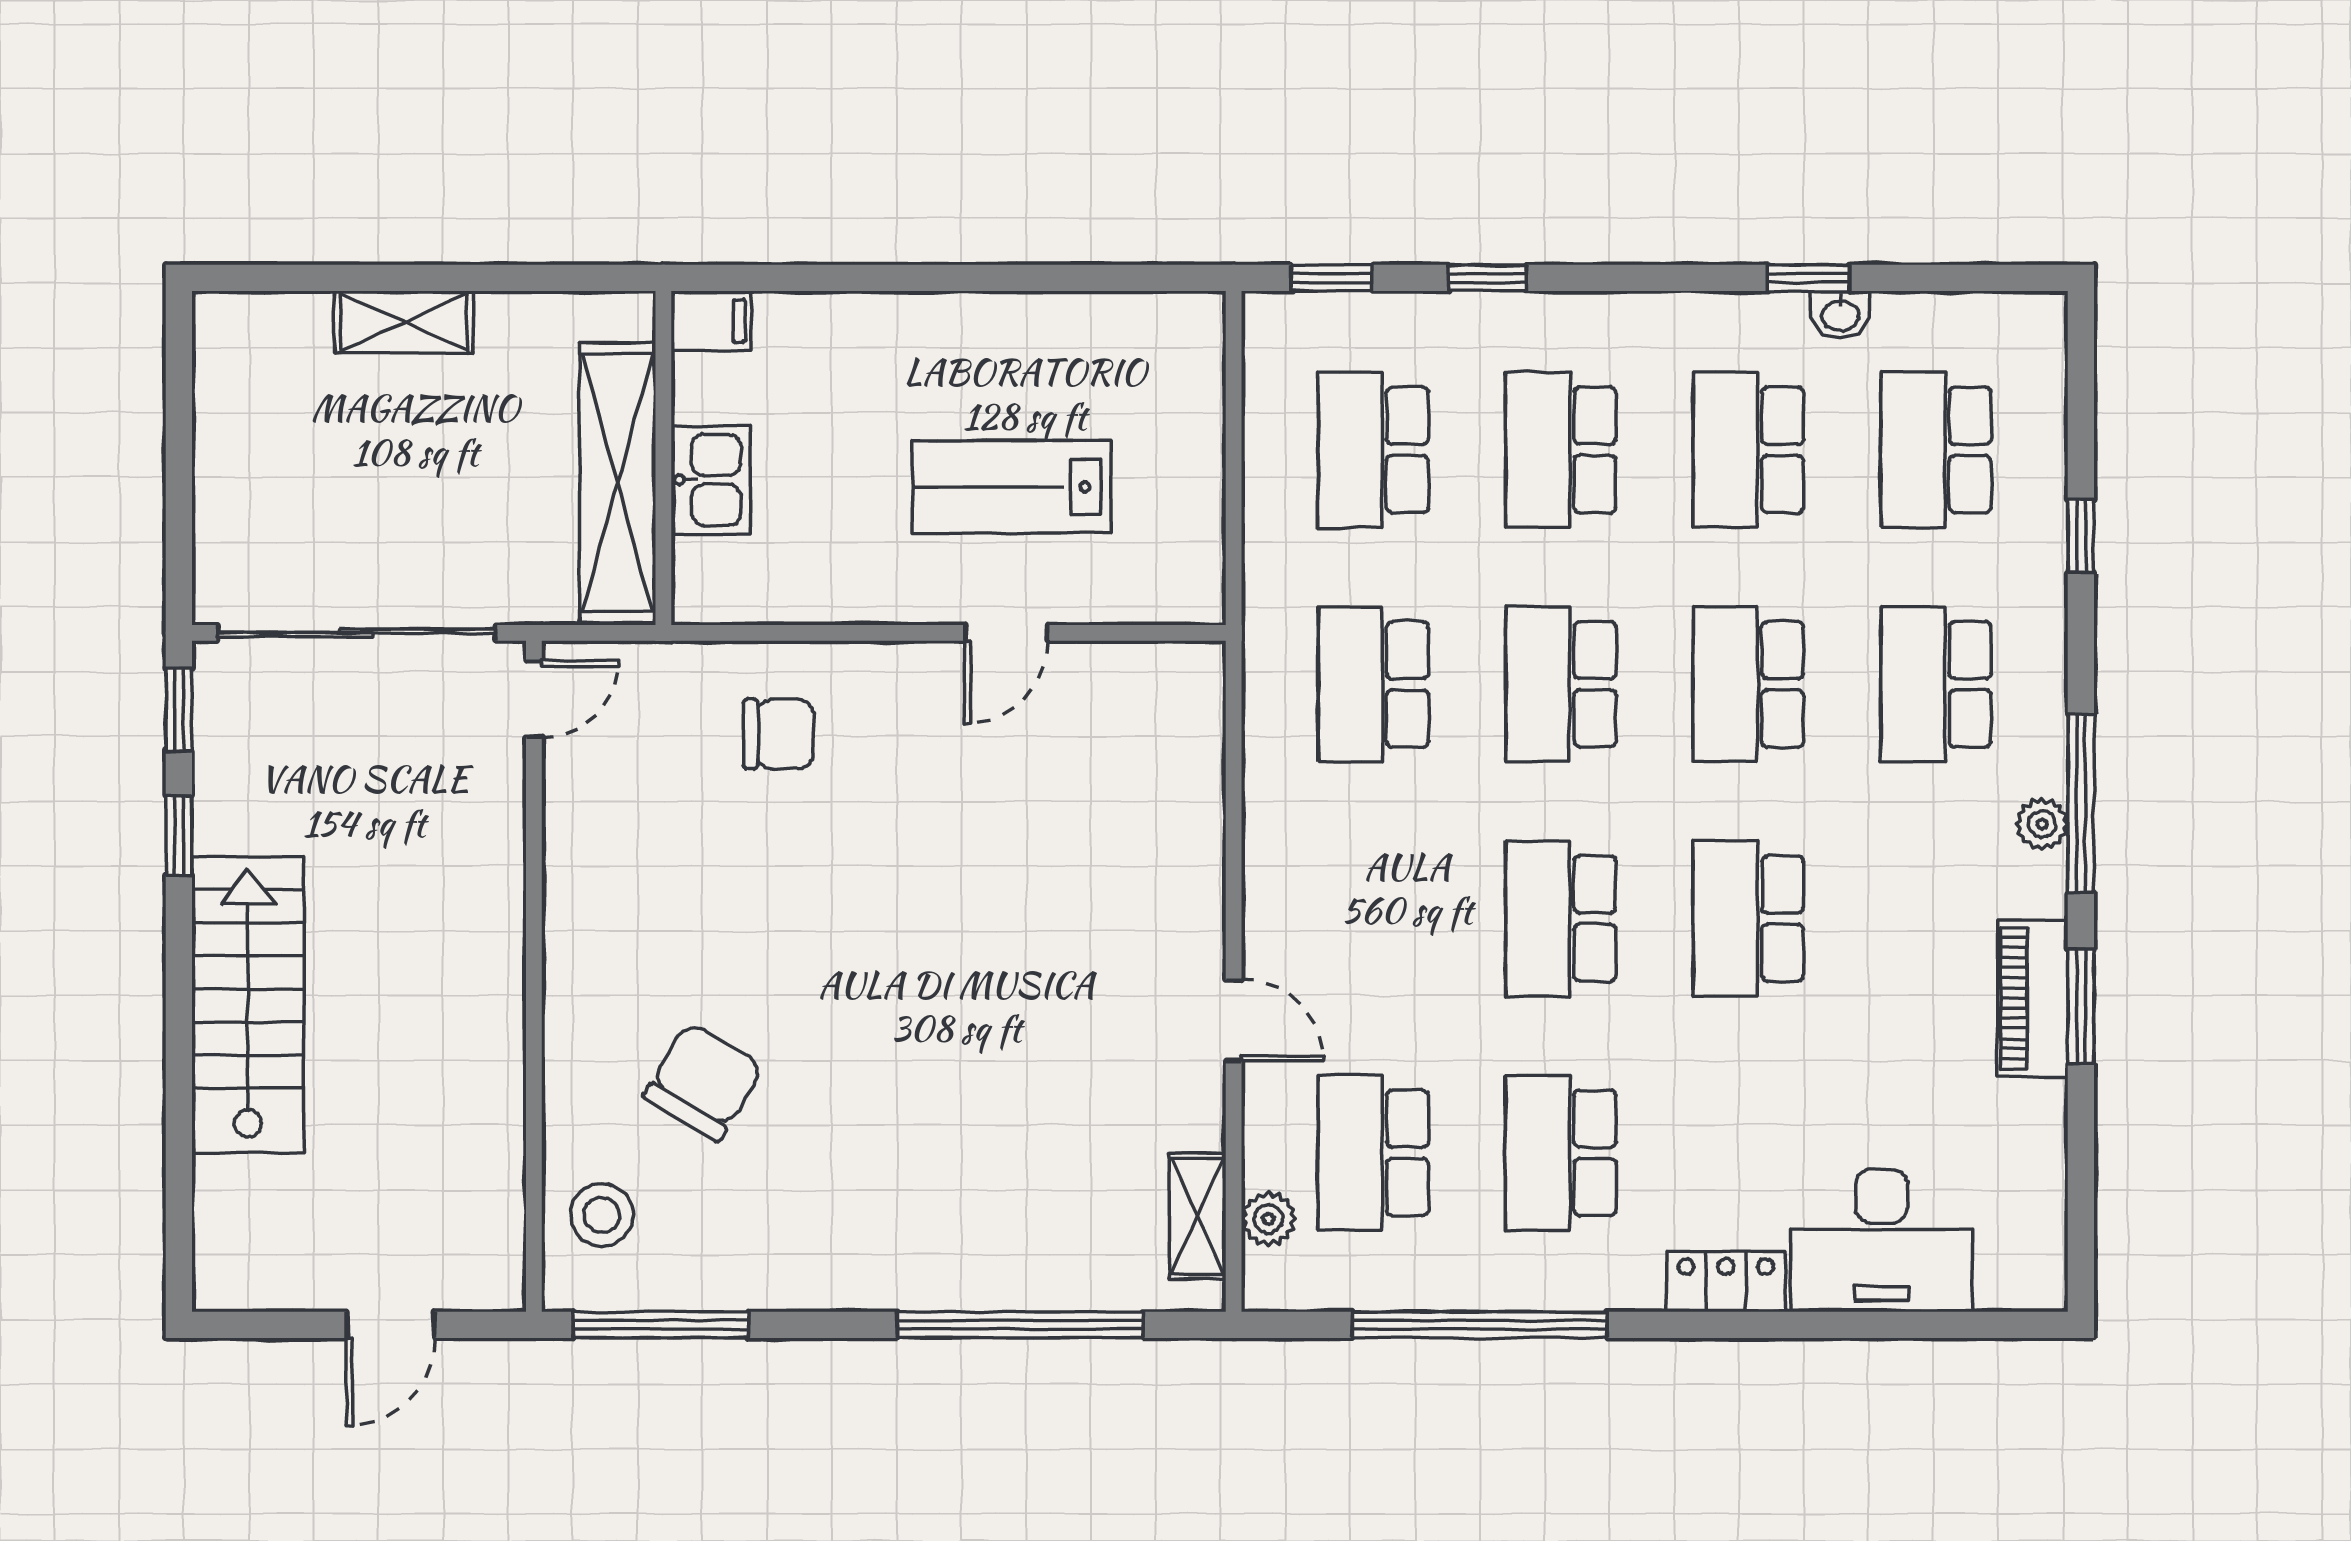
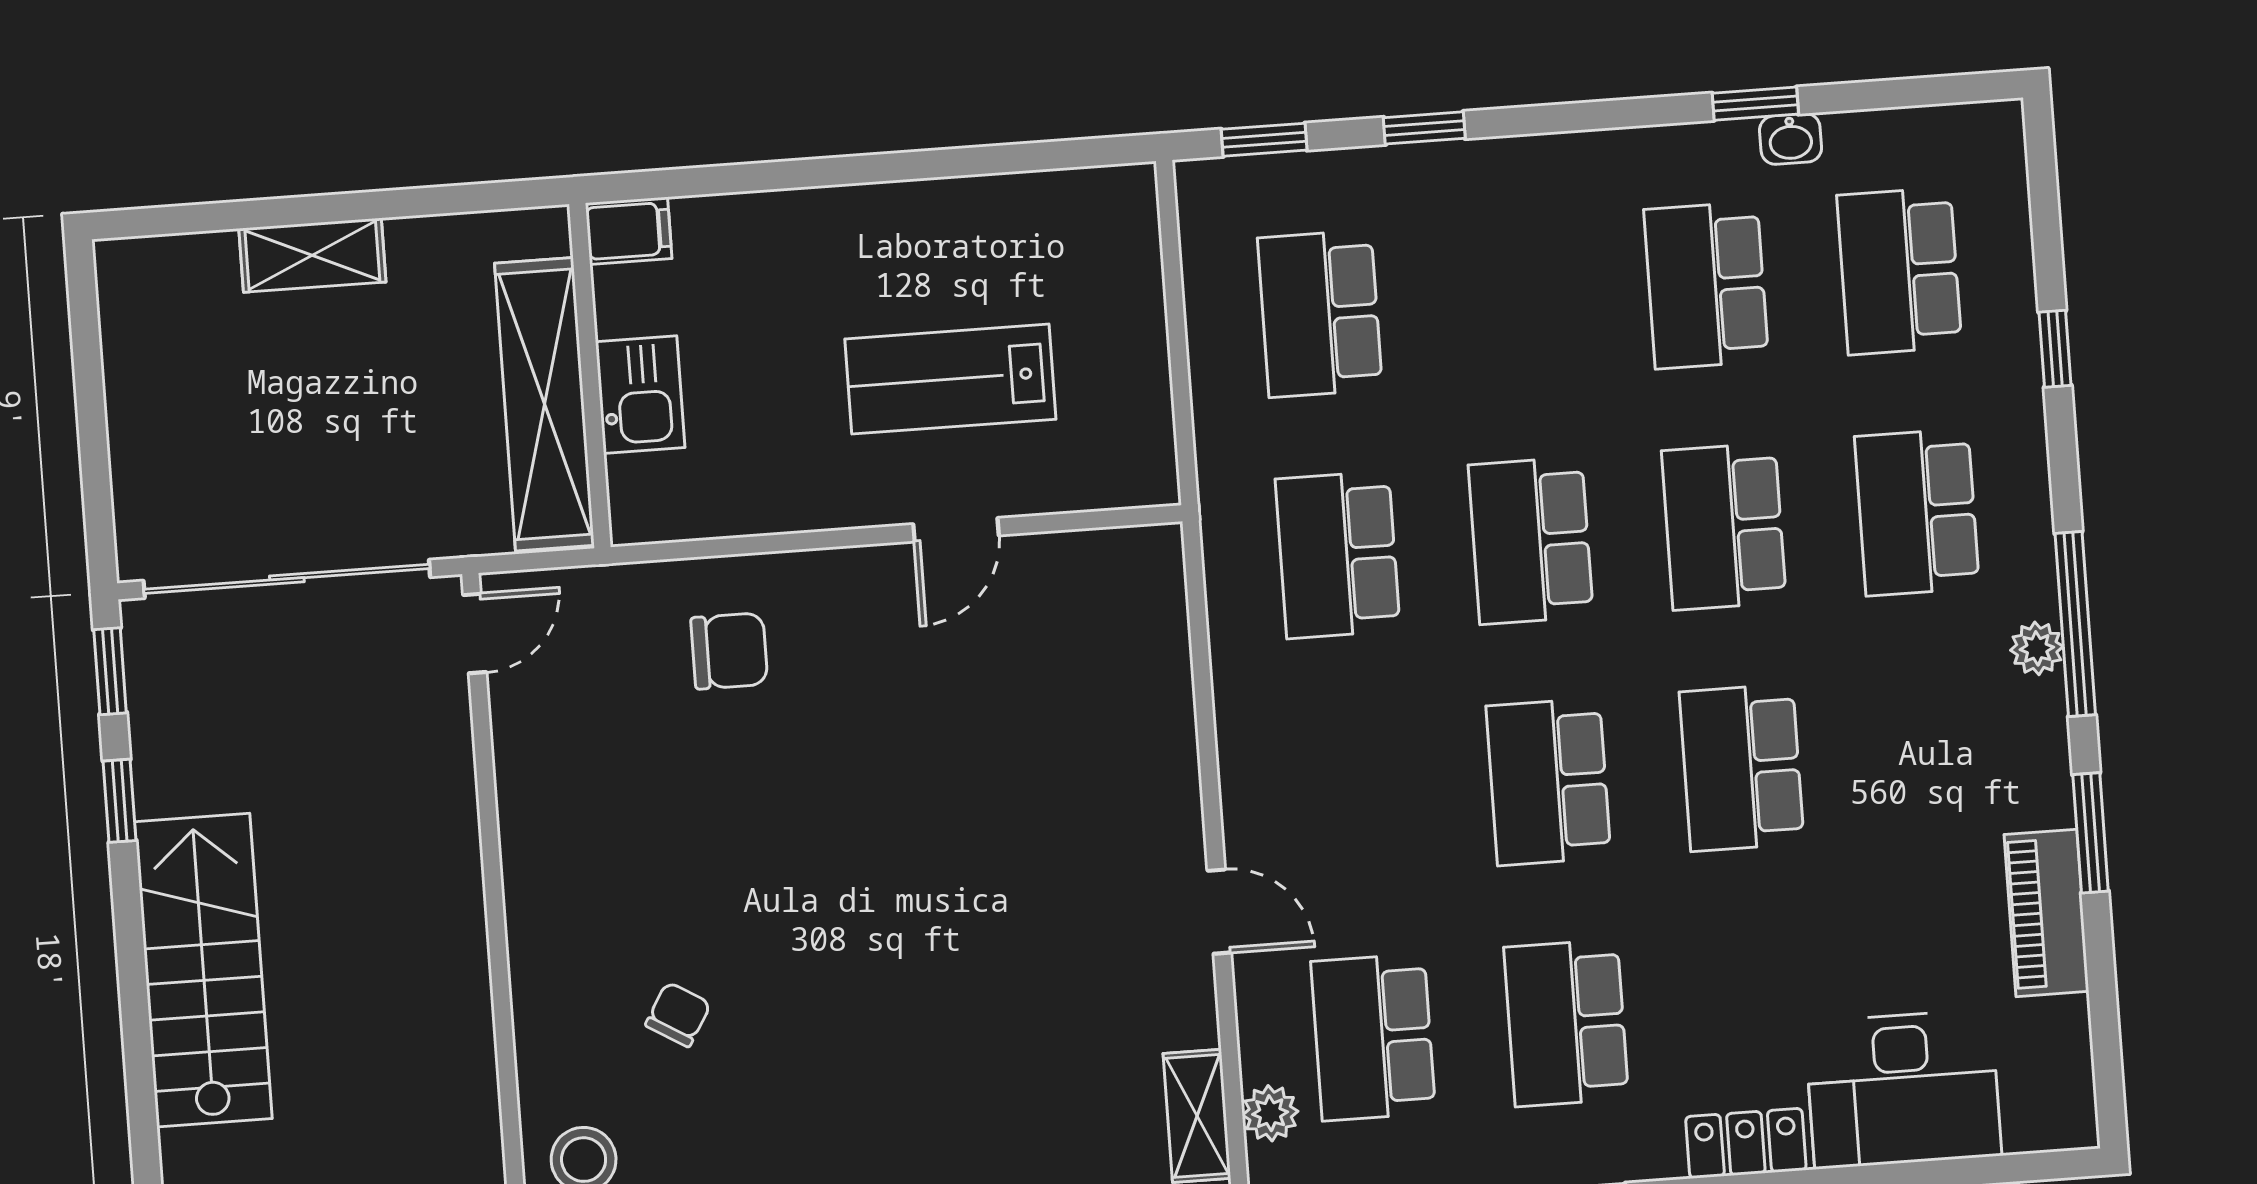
school desk: (1561, 450) -> (1513, 299), removed
piano: (2033, 998) -> (2046, 913), moved
chair: (703, 1081) -> (678, 1014), width x0.54, depth x0.54

